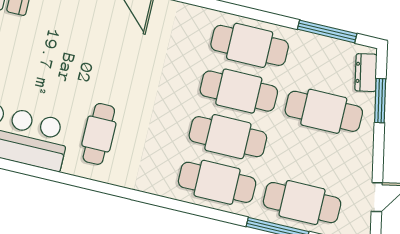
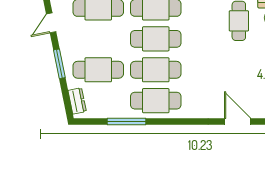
window: (327, 31) -> (126, 121), moved
window: (380, 101) -> (59, 64), moved

